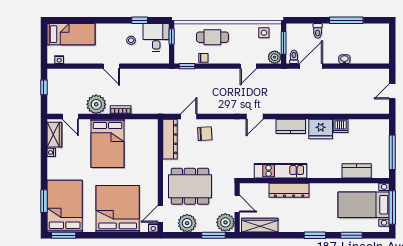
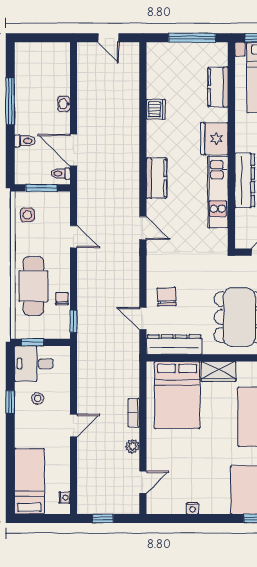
window: (140, 20) -> (10, 402), moved
cafe table: (212, 37) -> (33, 286), width x1.37, depth x1.35
plant: (275, 57) -> (61, 200), removed
plant: (96, 104) -> (132, 446), width x0.53, depth x0.53
fridge: (321, 129) -> (214, 139), moved, turned 180
wardrobe: (54, 135) -> (218, 371), moved, turned 180
bed: (107, 143) -> (177, 395), moved, turned 90

